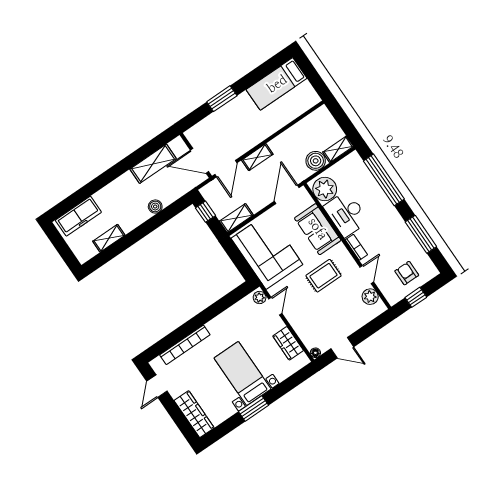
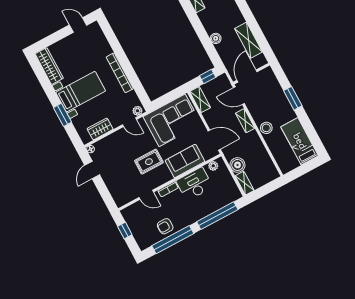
stool: (264, 129) -> (266, 128), added
plant: (325, 189) -> (213, 166), width x0.53, depth x0.53
window: (421, 234) -> (173, 240), width x1.46
armchair: (407, 273) -> (165, 226), moved, turned 180
rug: (324, 276) -> (149, 162), turned 90
plant: (370, 297) -> (129, 196), removed
bookcase: (185, 345) -> (120, 73), moved
window: (254, 408) -> (63, 115), moved
wardrobe: (194, 414) -> (49, 66), moved, turned -90

